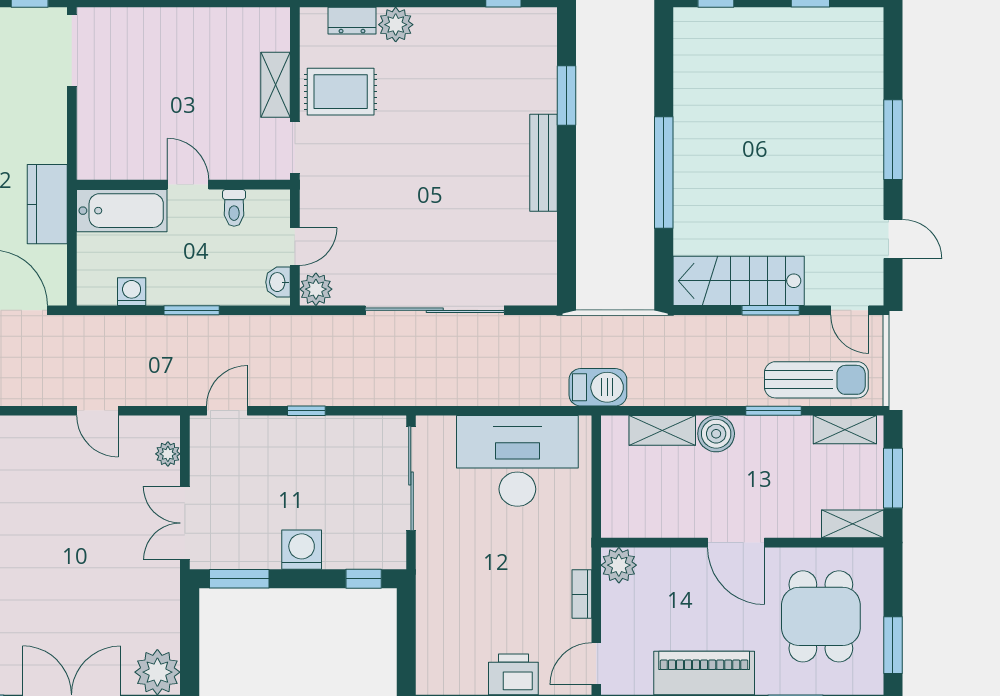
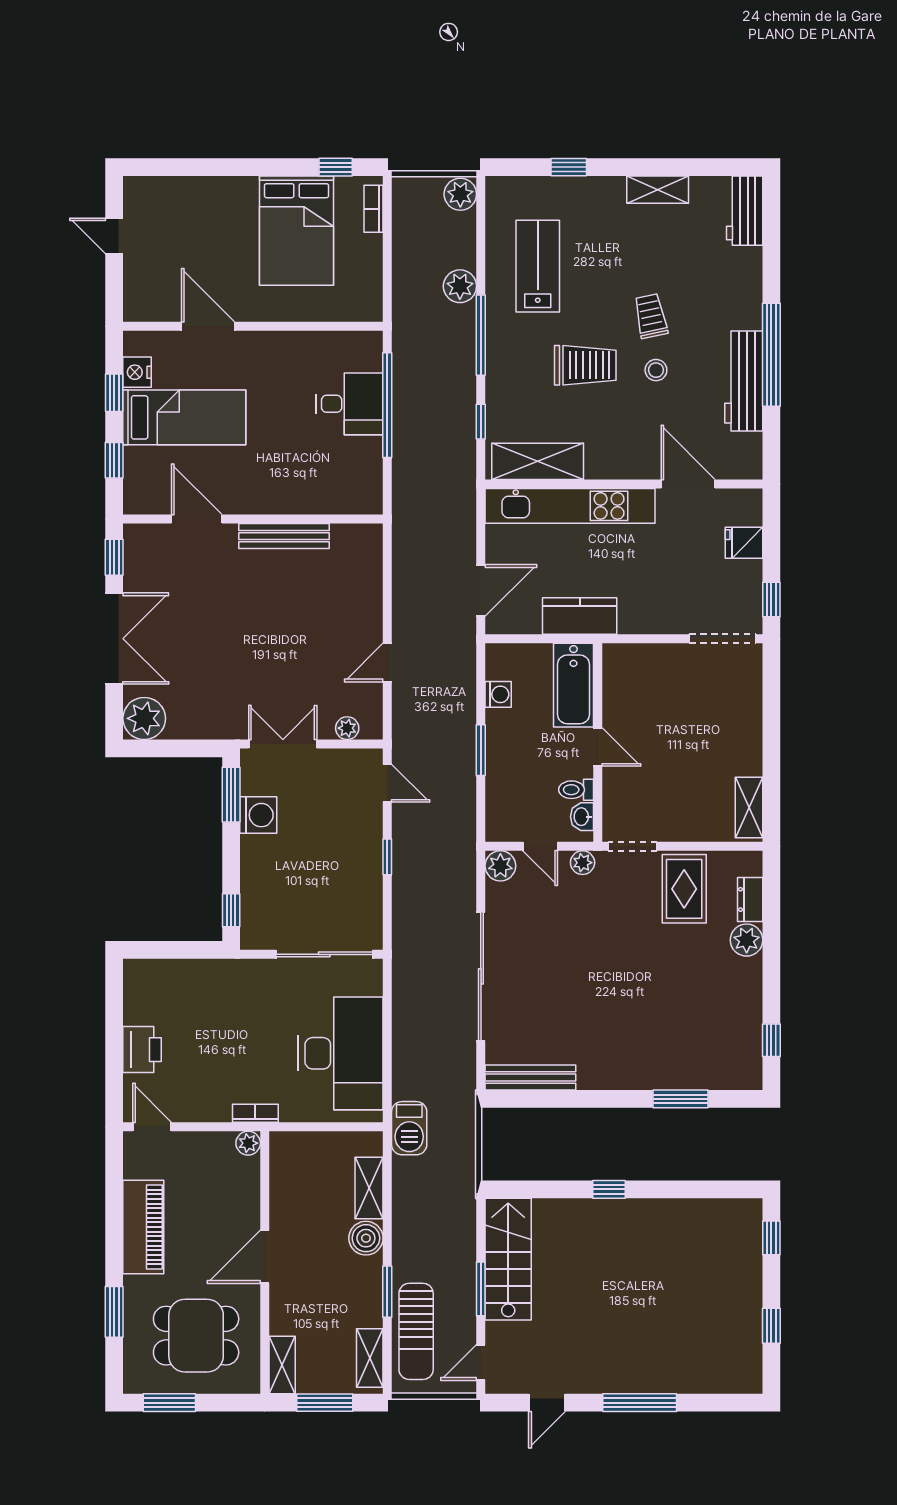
shelving: (275, 85) -> (749, 807), moved, turned 90
bench: (543, 163) -> (530, 1077), moved
window: (664, 172) -> (609, 1189), width x0.32
door: (188, 185) -> (598, 747), hinge flipped
plant: (312, 201) -> (583, 863), added
washbasin: (278, 282) -> (582, 817), moved, turned -90
washing machine: (302, 550) -> (258, 815), moved
plant: (619, 565) -> (248, 1143), width x0.73, depth x0.73
bookcase: (582, 594) -> (255, 1113), moved

